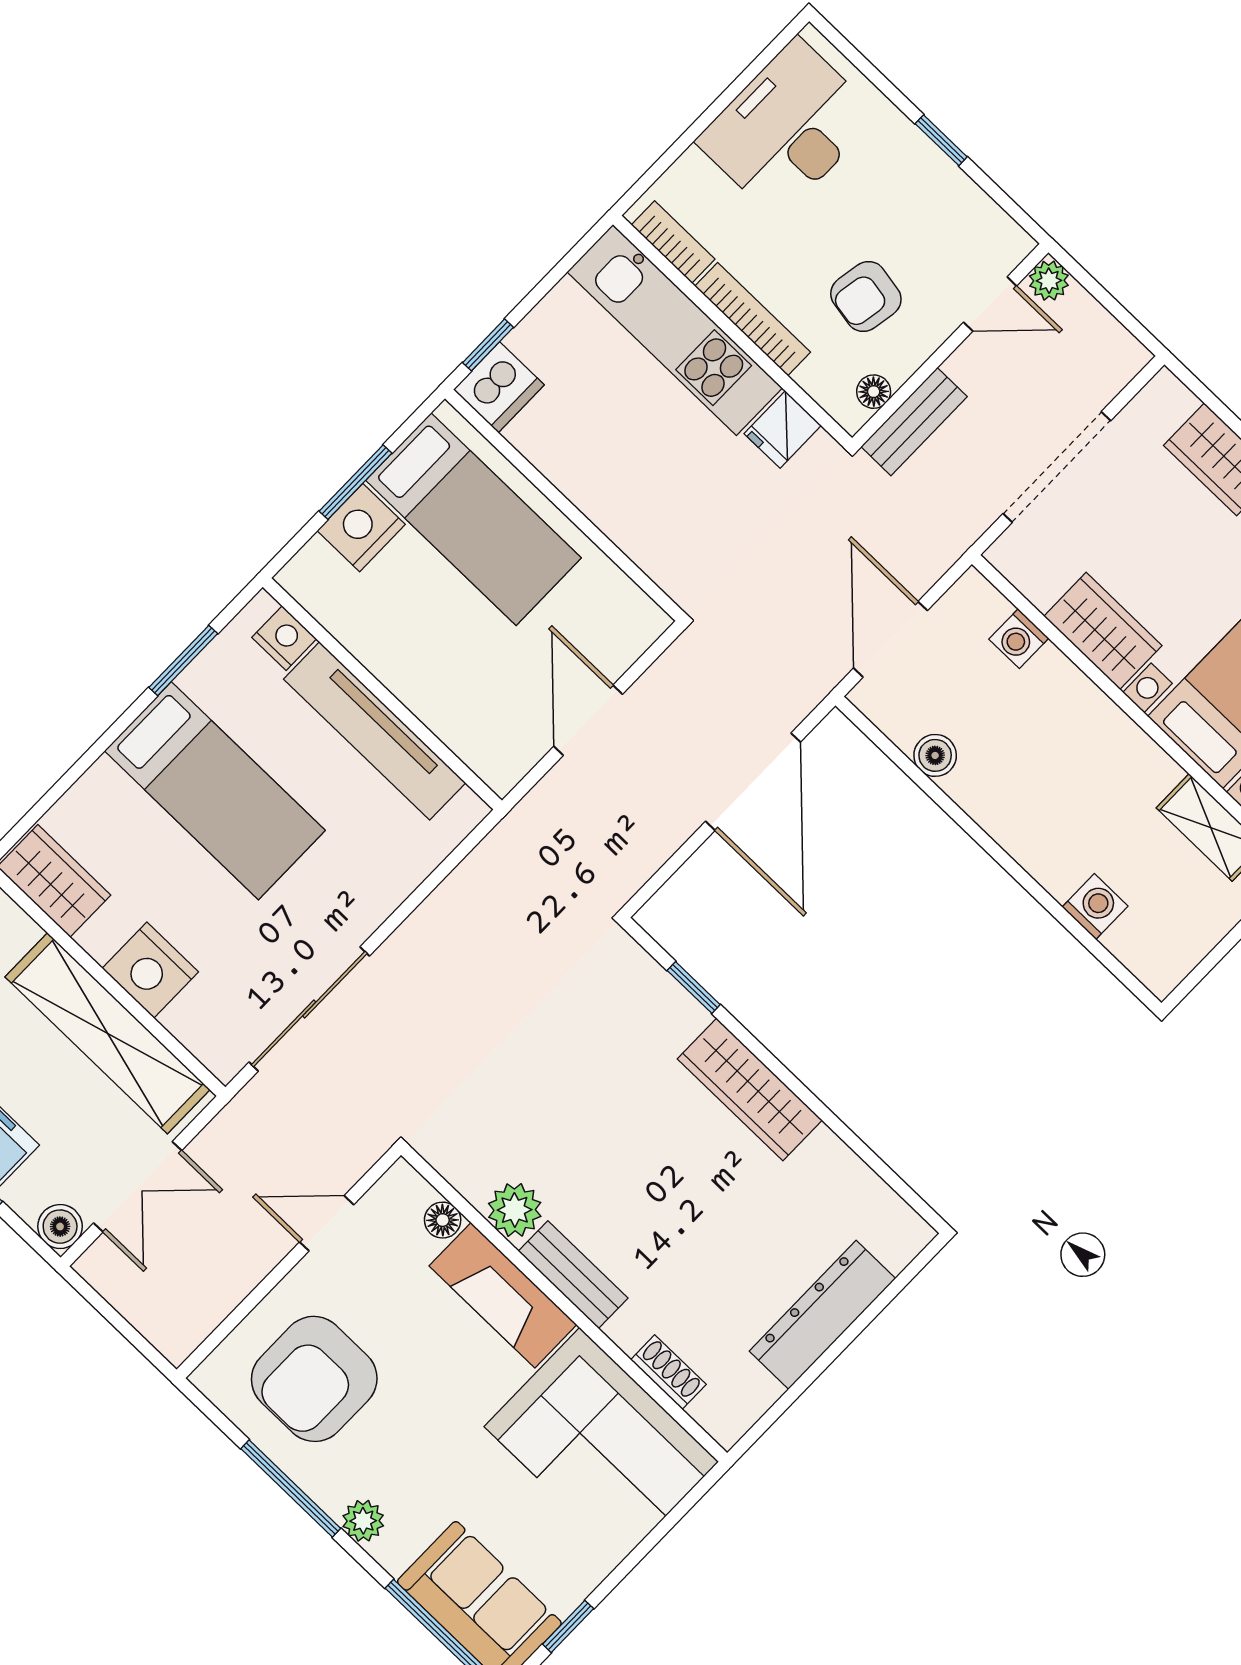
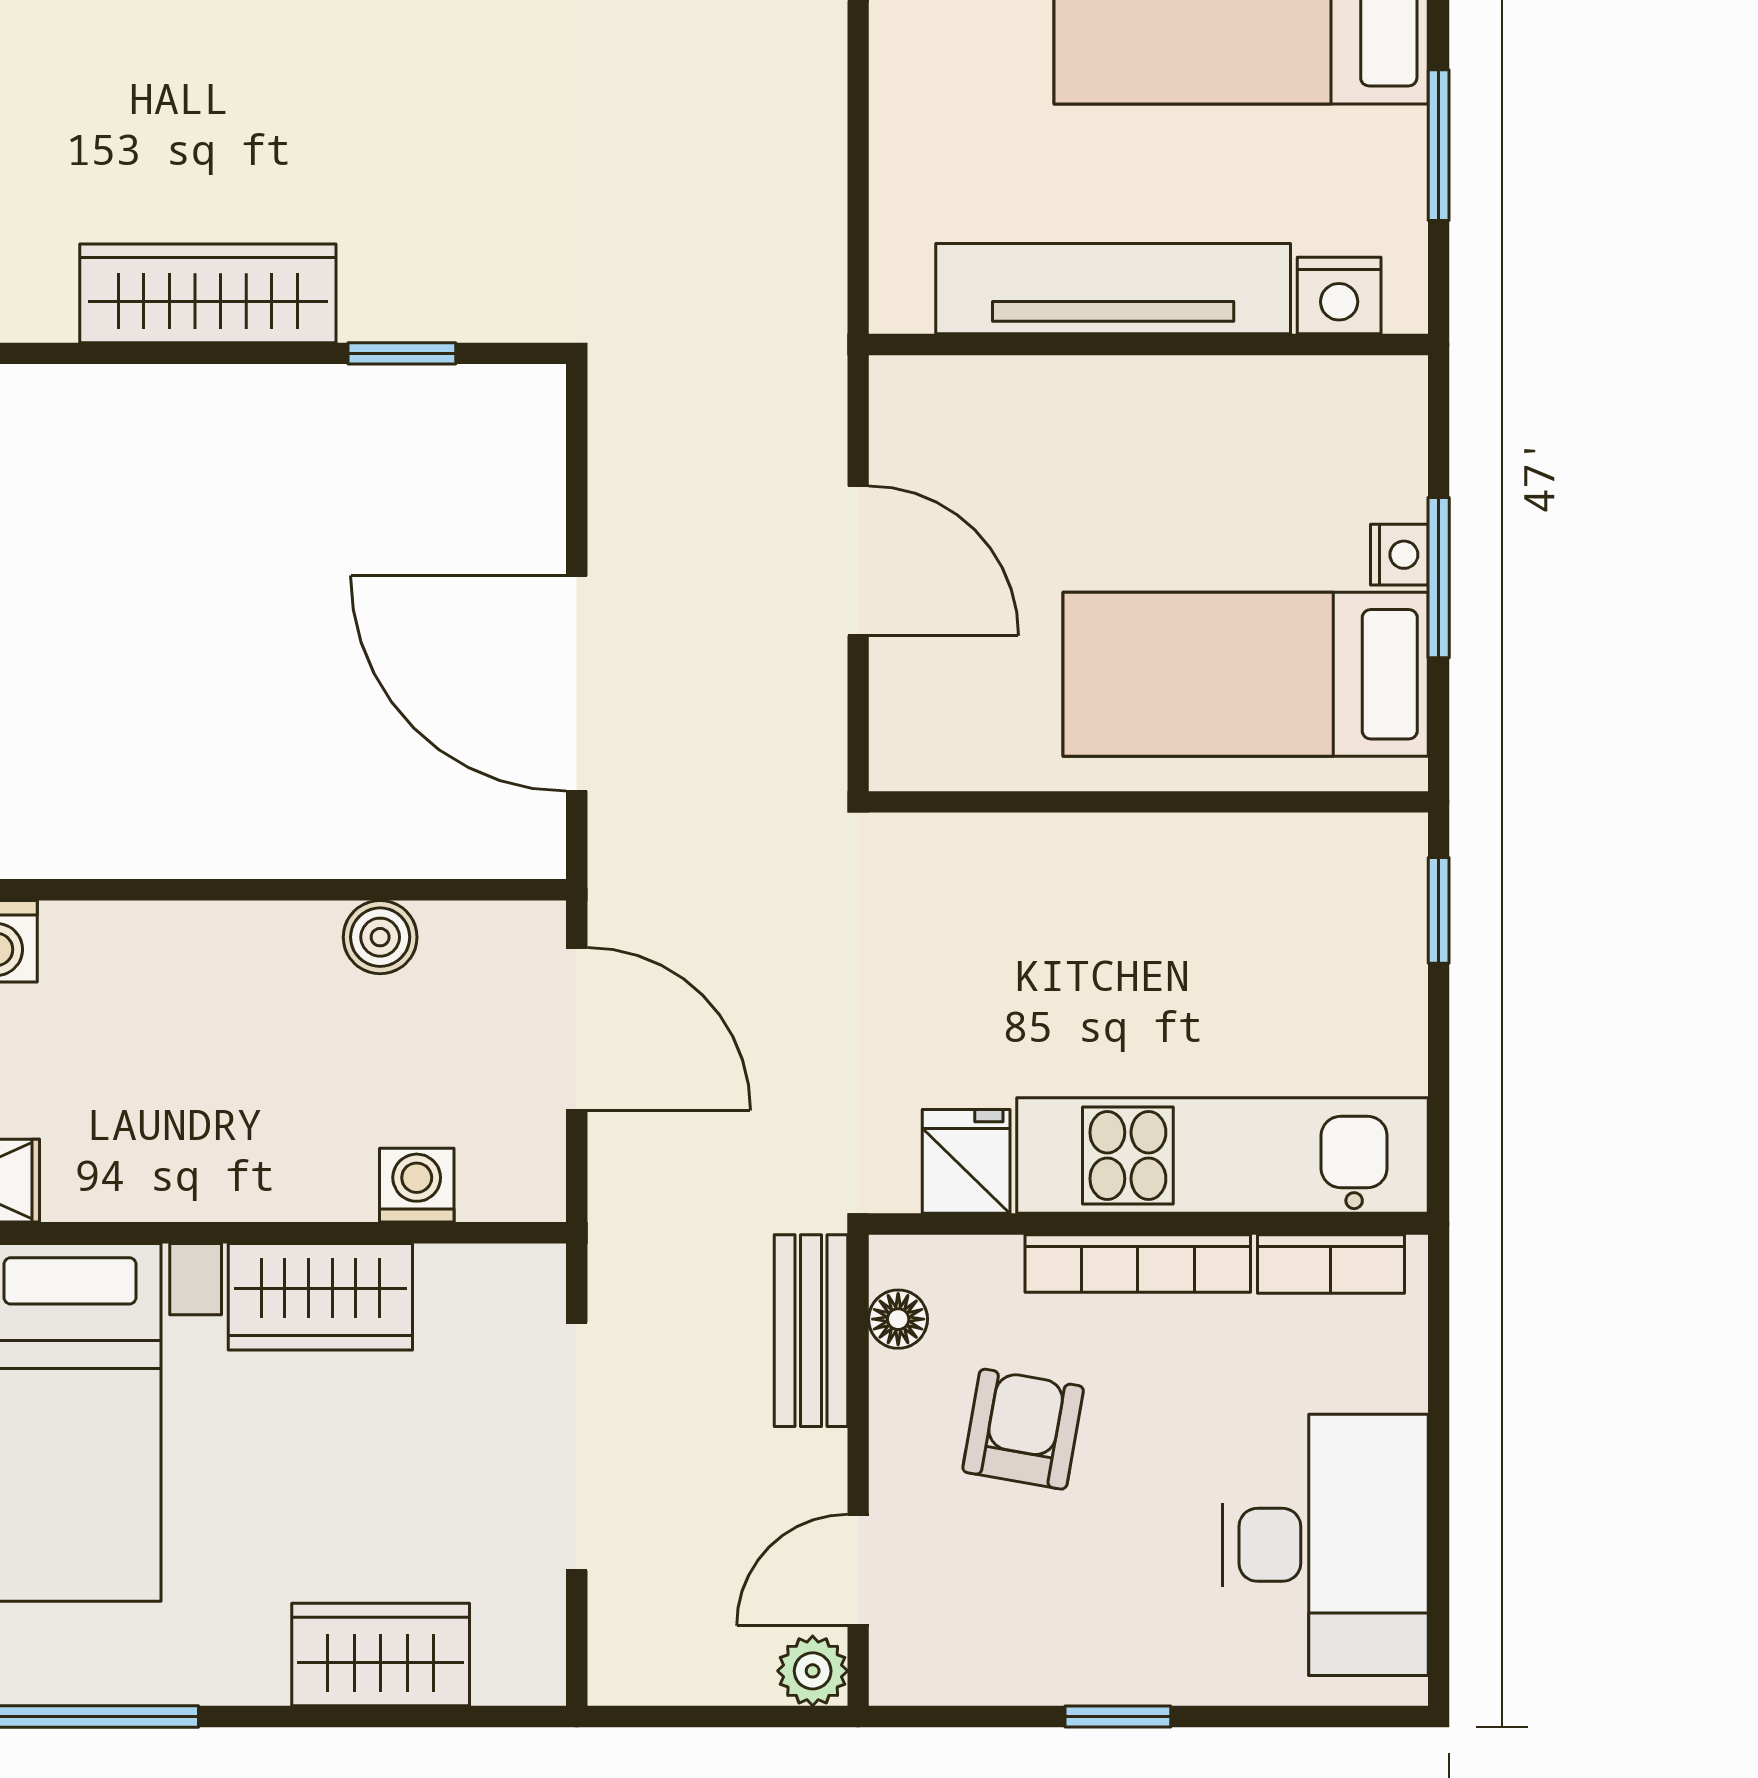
dishwasher: (499, 387) -> (1374, 871), removed
nightstand: (361, 528) -> (1399, 555), width x0.53, depth x0.56

